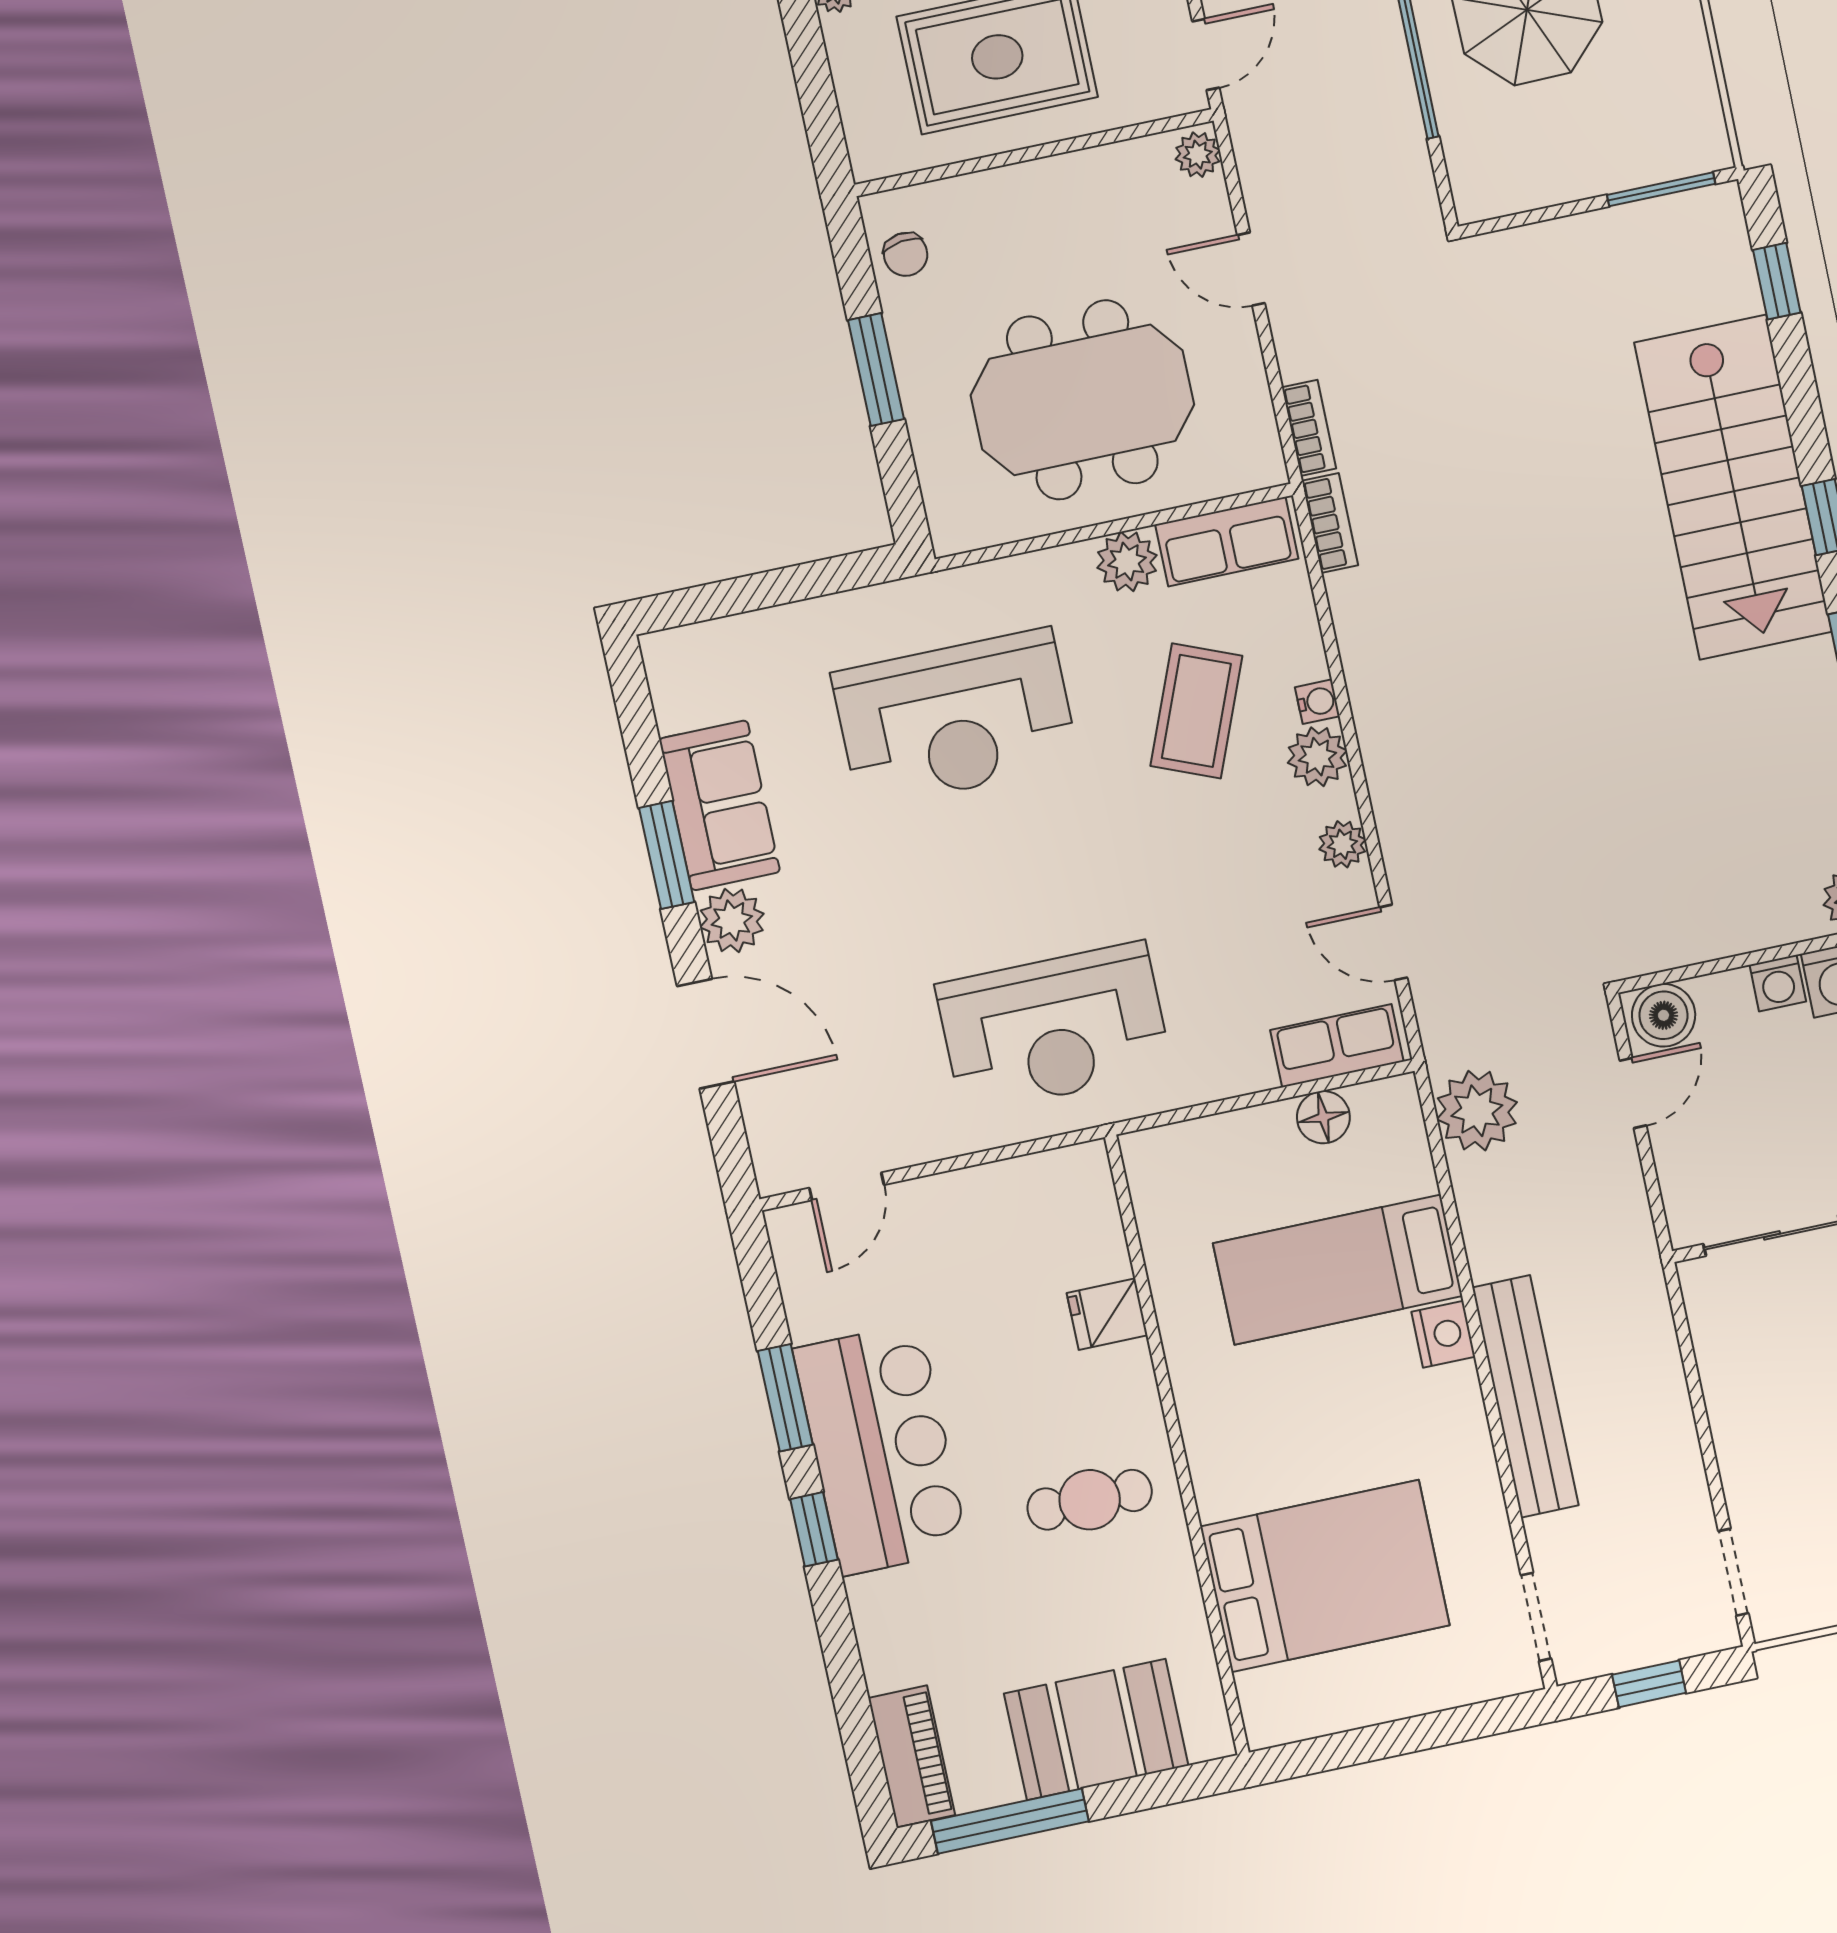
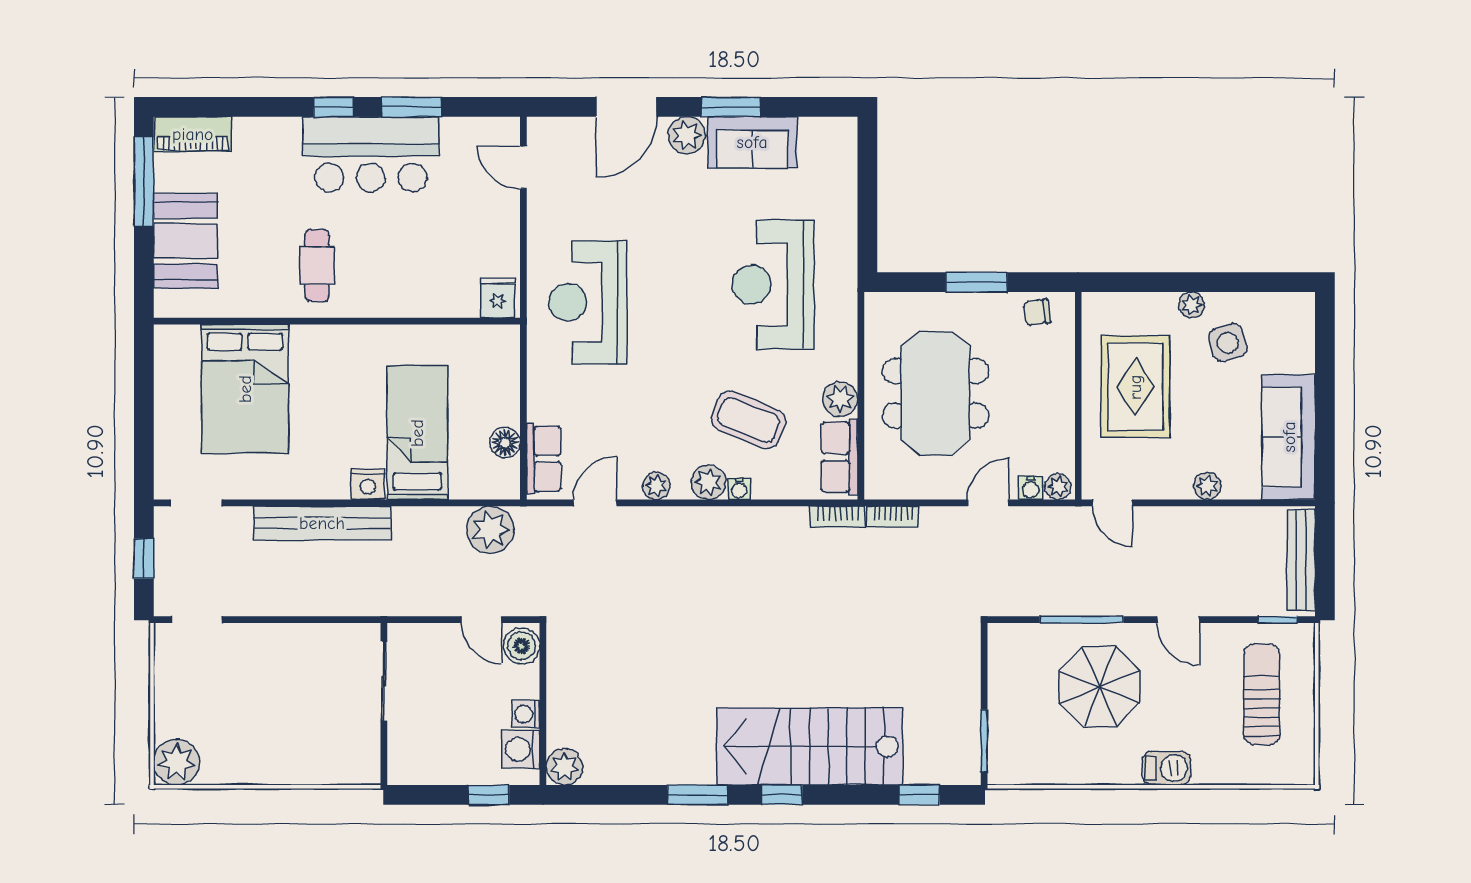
water cooler: (1210, 201) -> (1031, 488), added
fridge: (1107, 1314) -> (498, 298), moved

